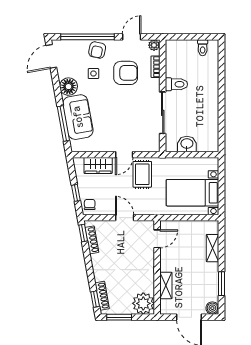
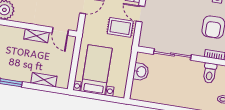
toilet: (176, 84) -> (210, 73), moved
shelving: (166, 286) -> (36, 36), moved

